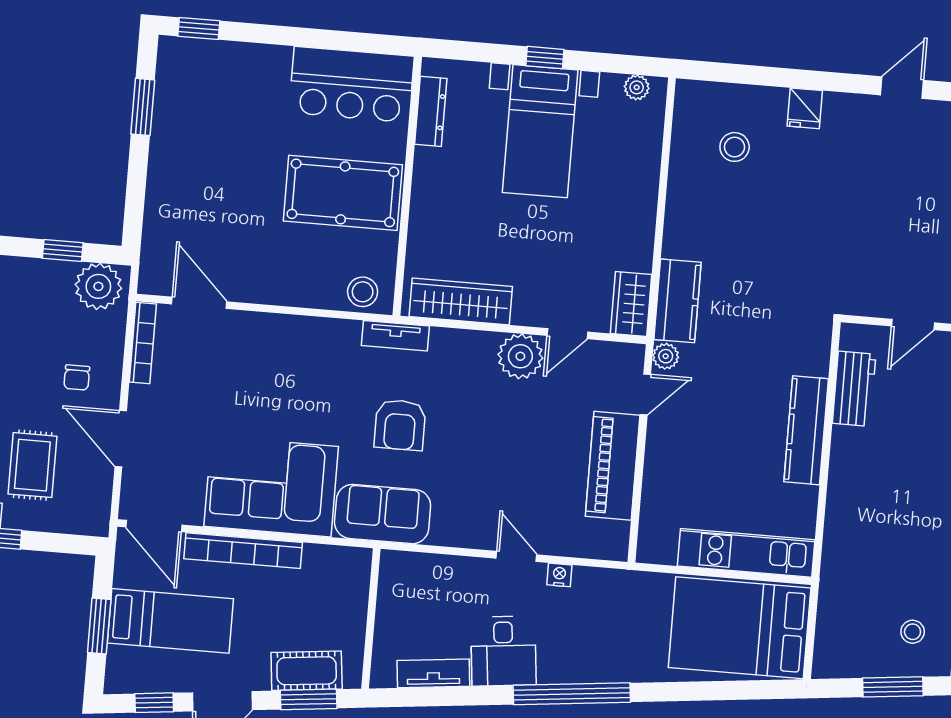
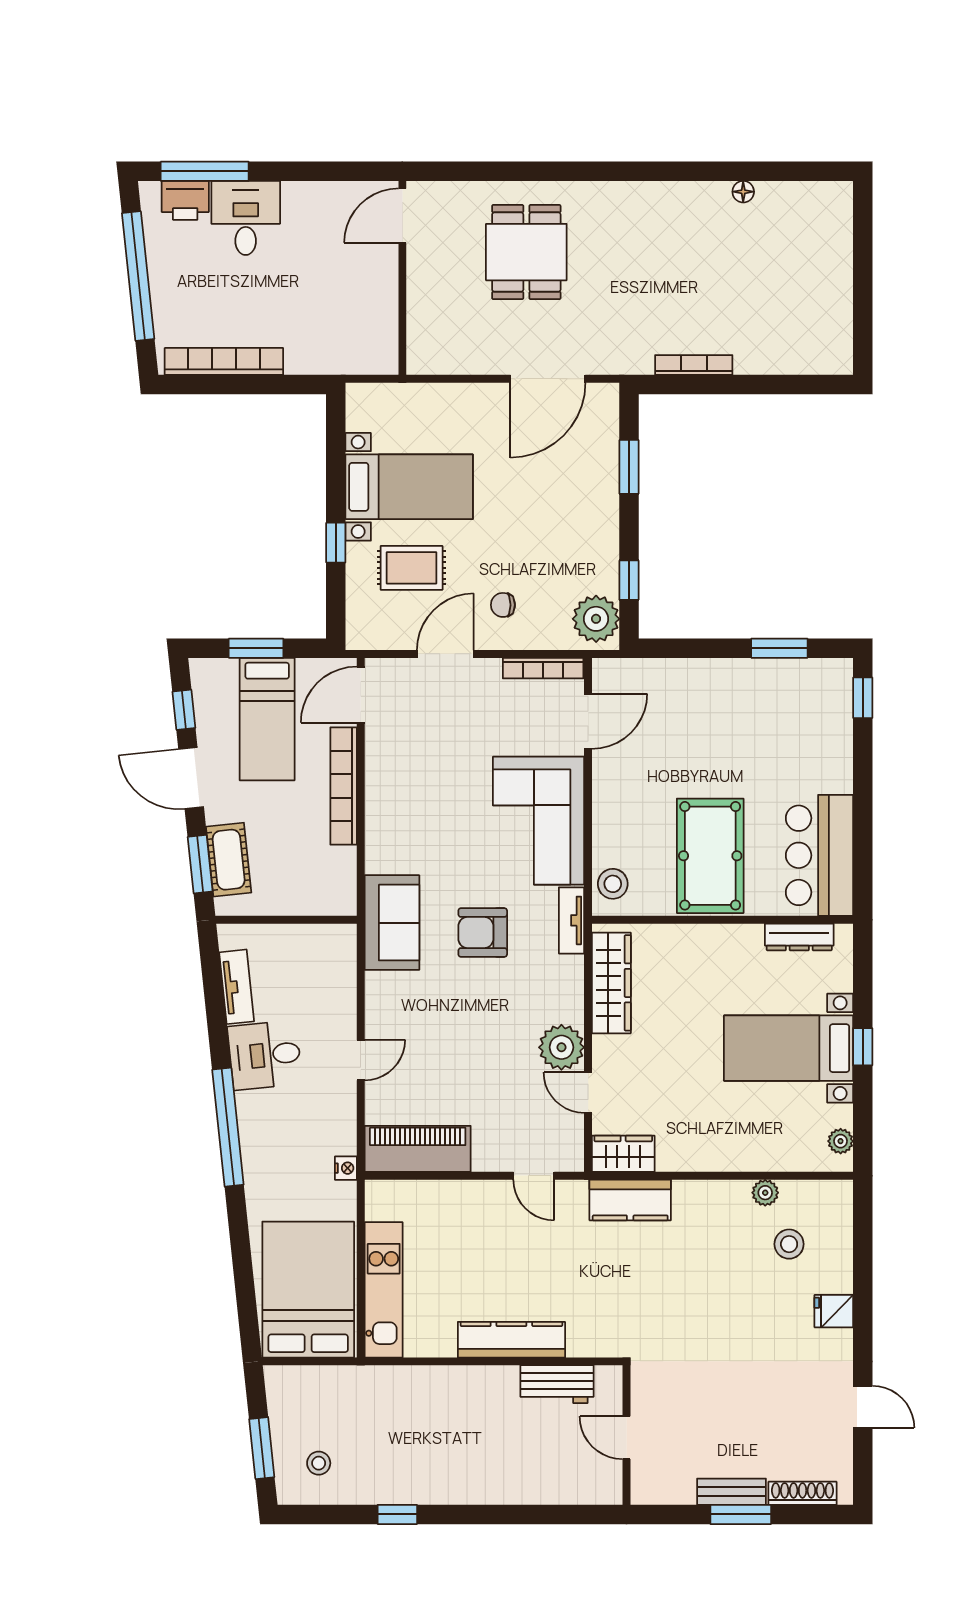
plant: (666, 356) -> (765, 1193), moved
piano: (613, 466) -> (418, 1149), moved
corner sofa: (271, 486) -> (538, 821), moved, turned 180
nightstand: (559, 575) -> (346, 1168), moved

